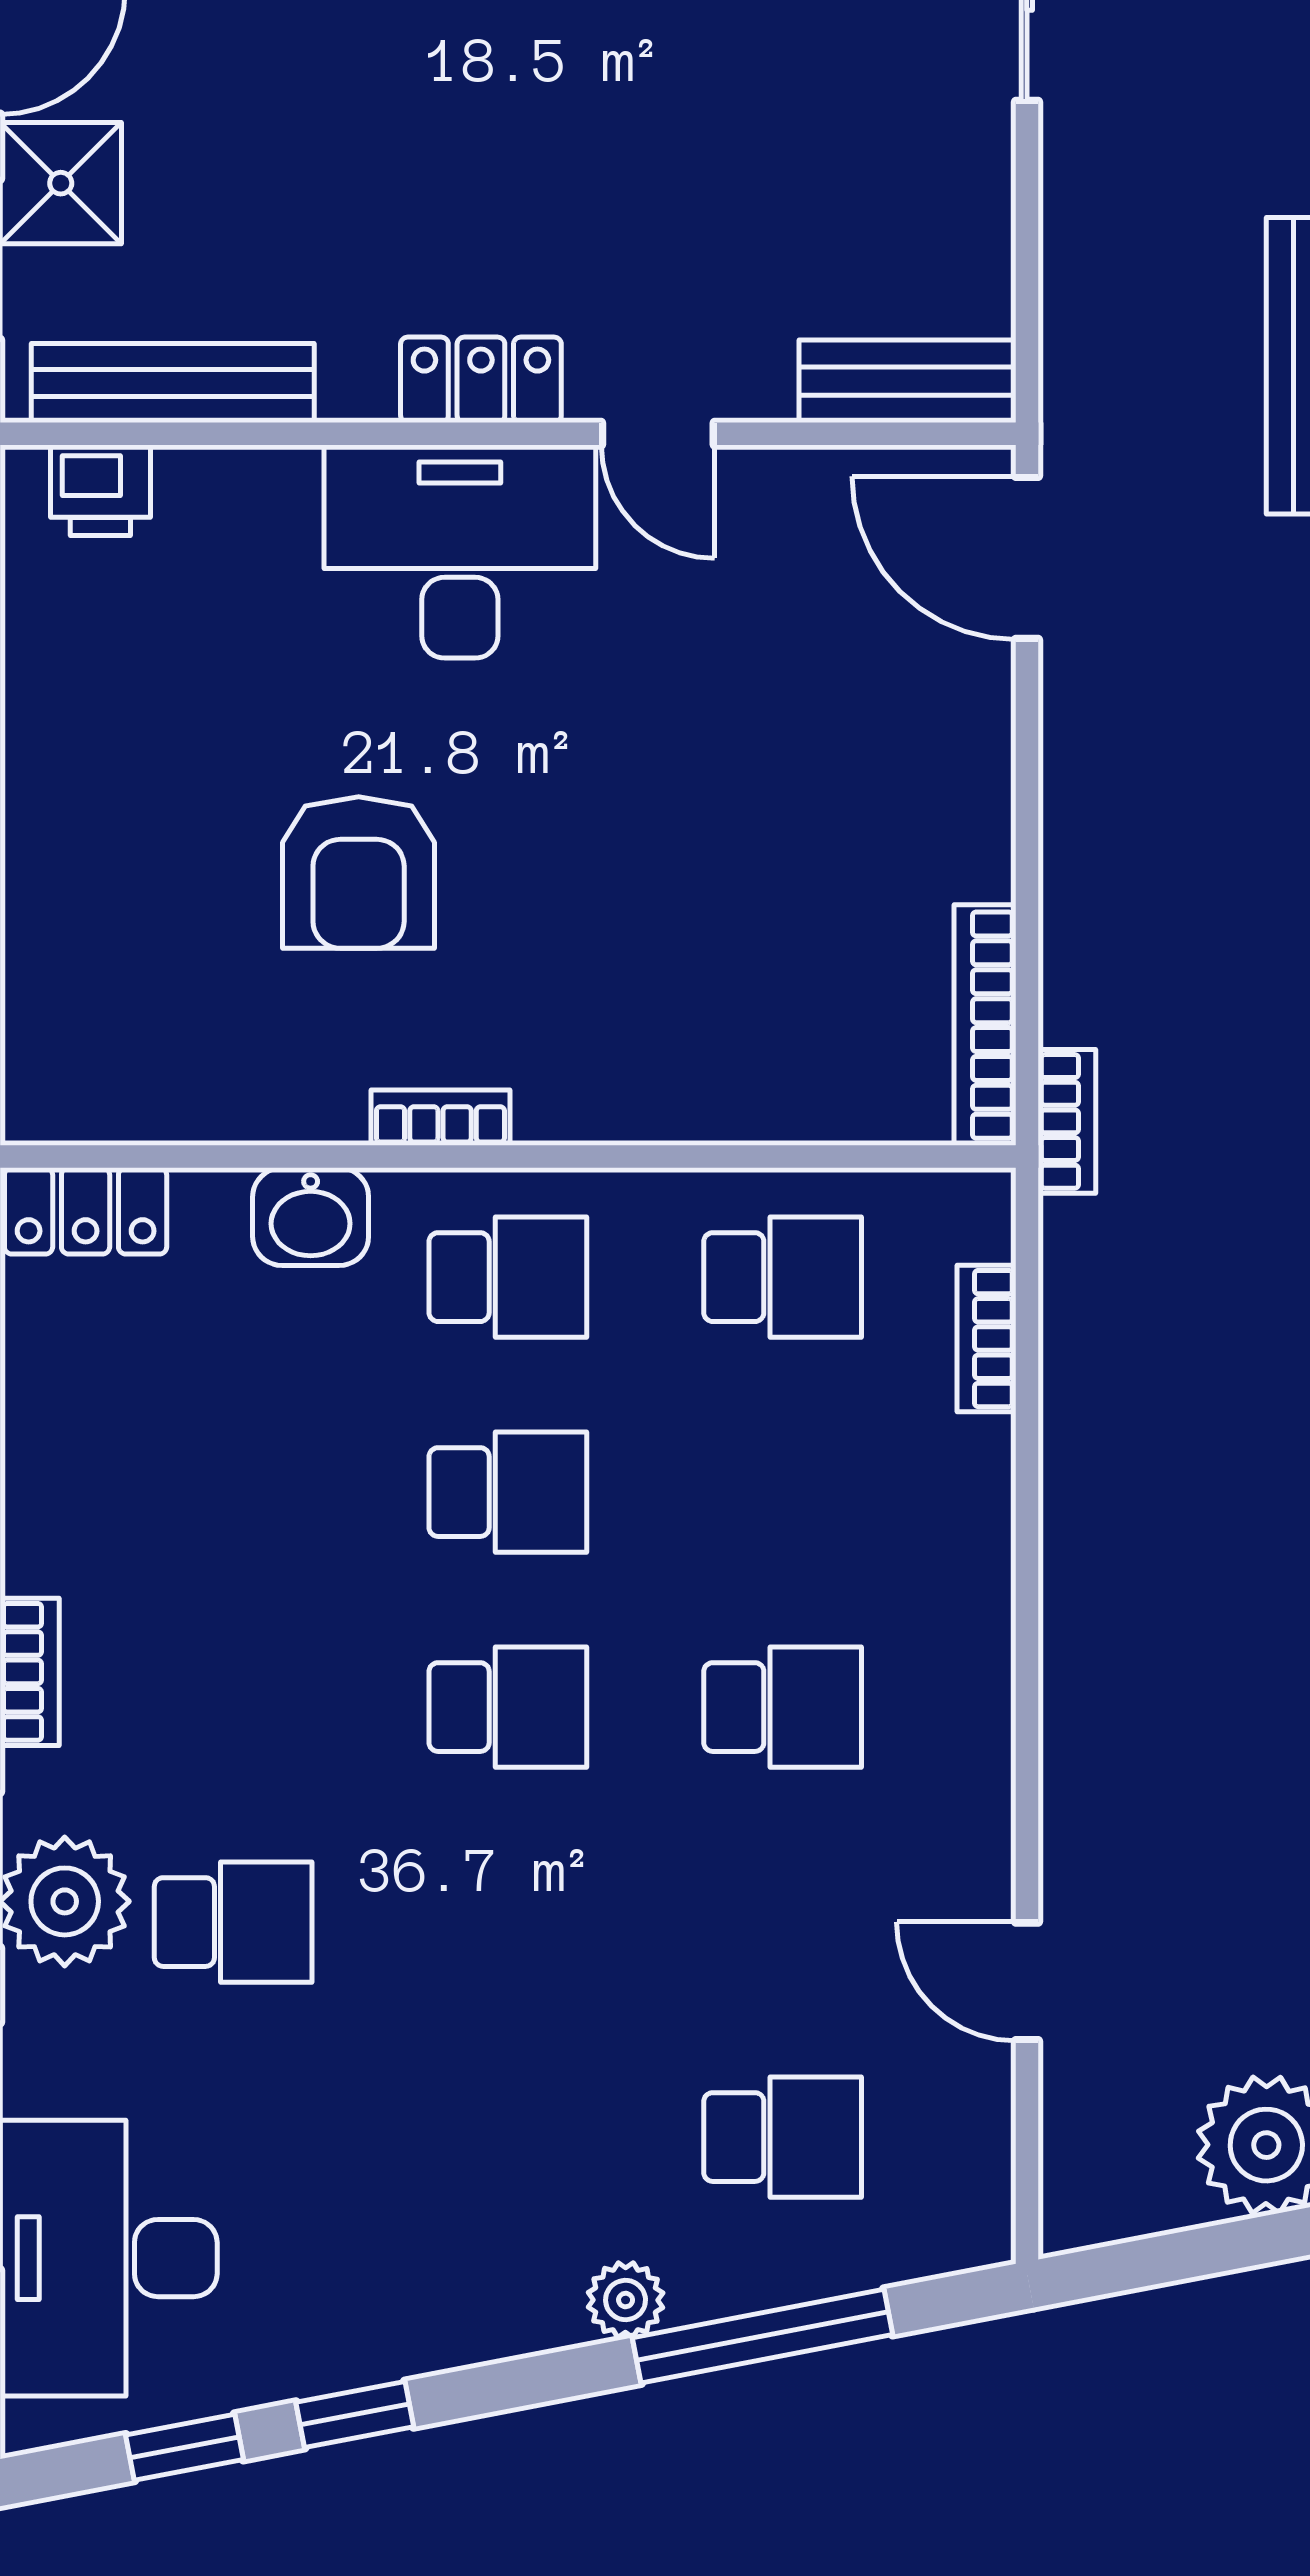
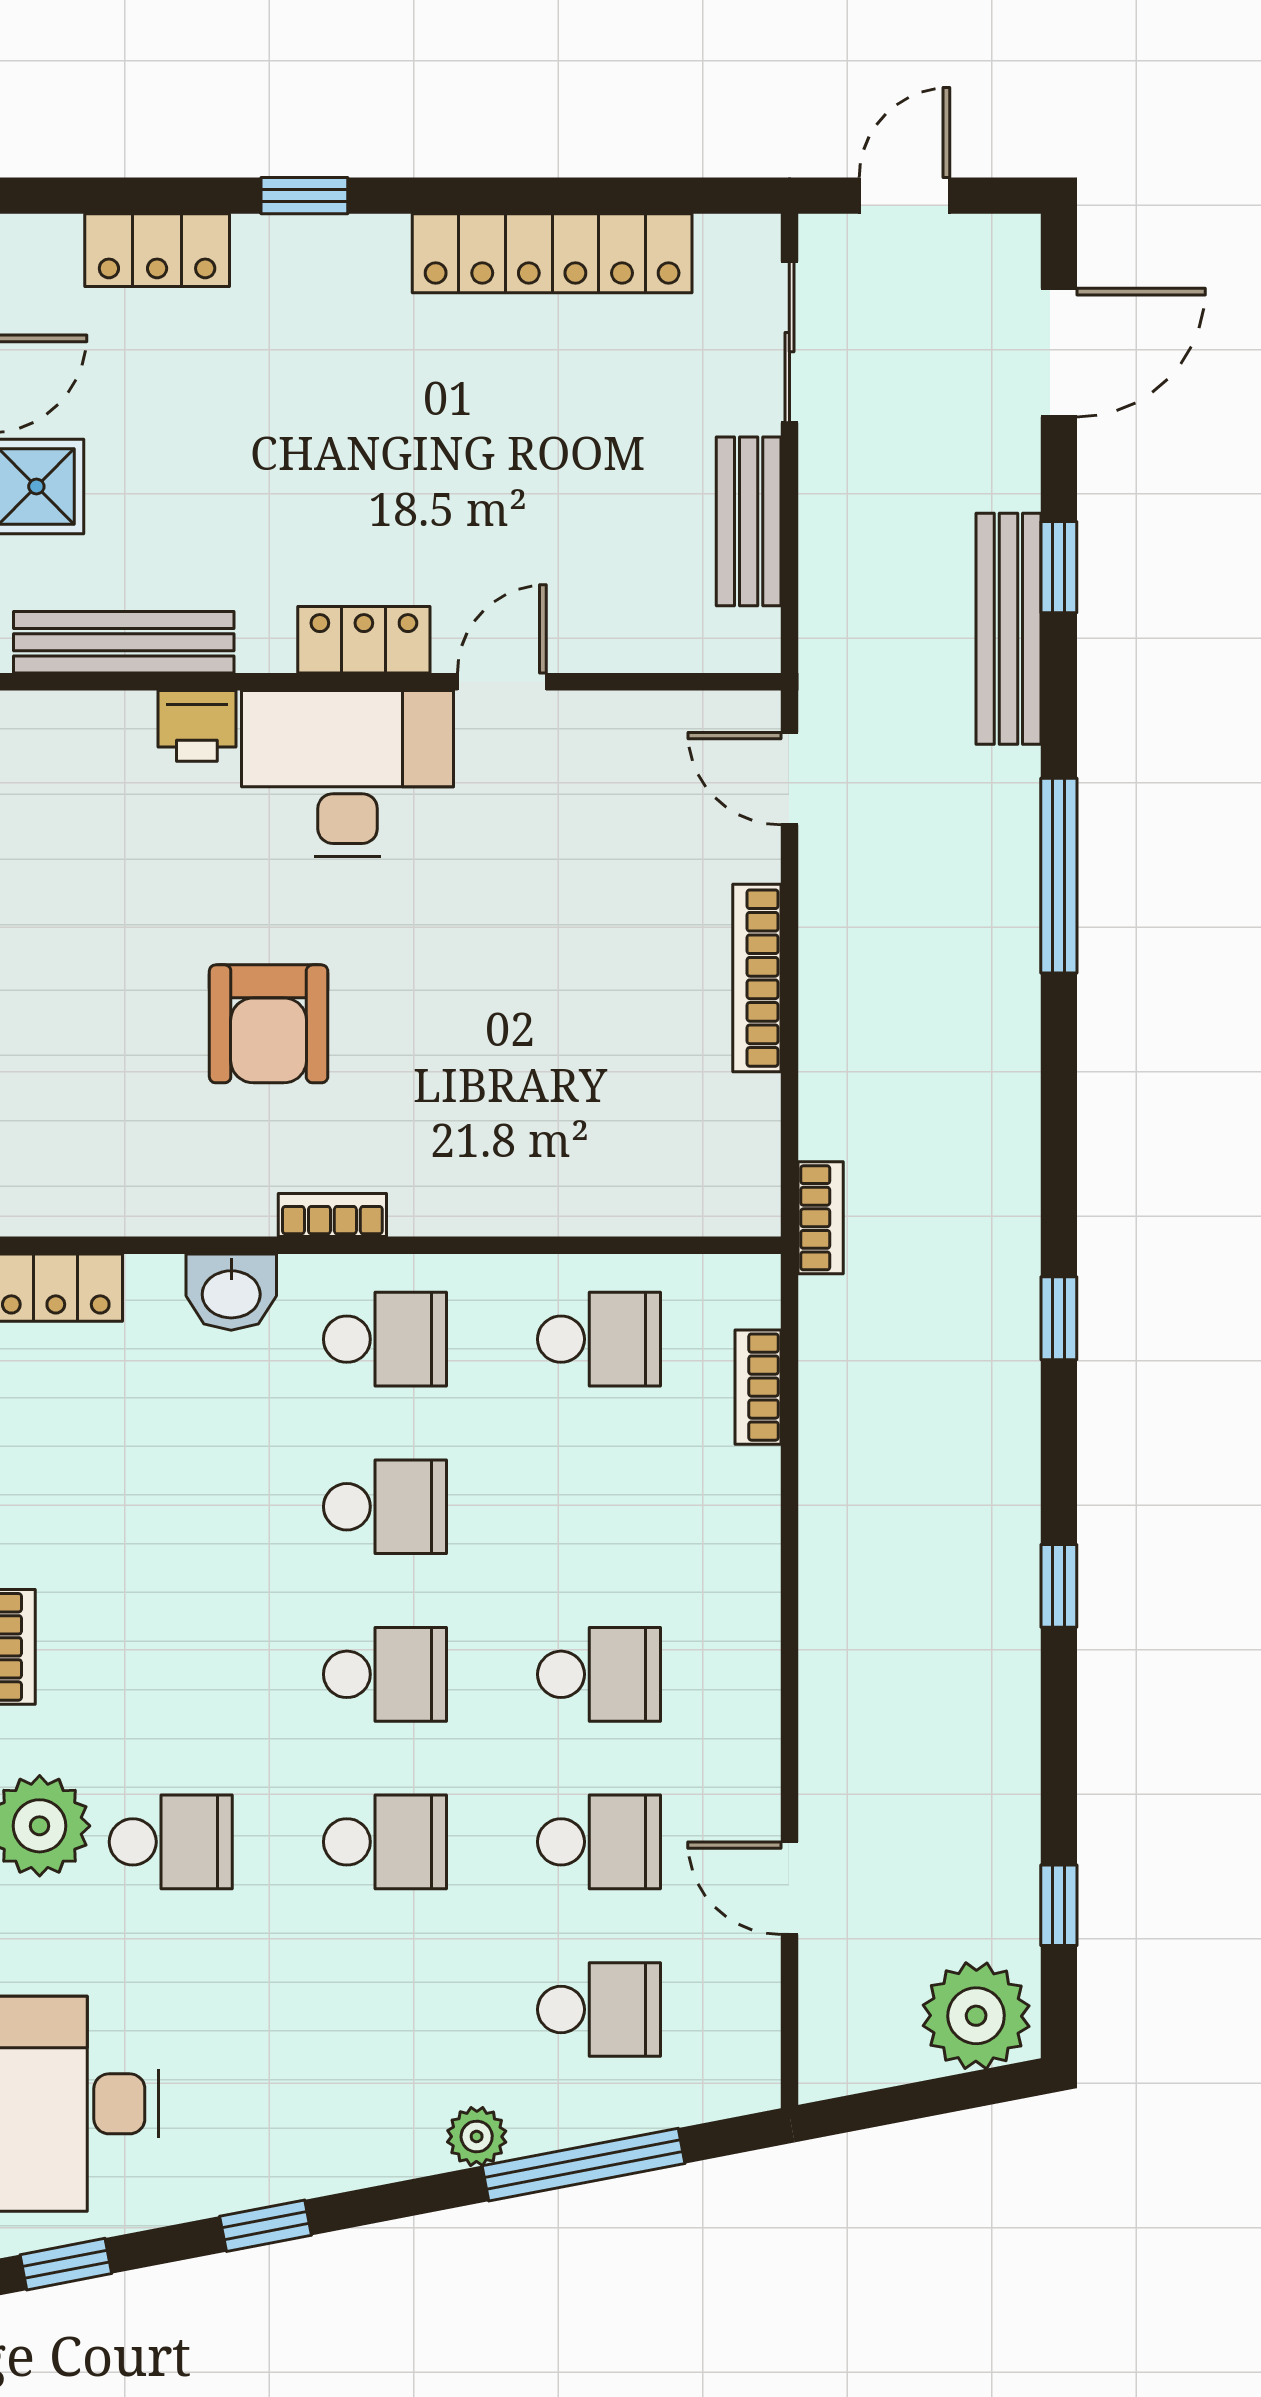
bench: (907, 381) -> (749, 521), moved, turned 90
door: (658, 434) -> (502, 682), swing flipped
printer: (100, 490) -> (197, 726), moved
door: (1027, 558) -> (789, 779), width x0.73
bookcase: (985, 1025) -> (757, 978), moved
school desk: (508, 1922) -> (385, 1842), added
school desk: (783, 1922) -> (599, 1842), added
window: (184, 2447) -> (66, 2264), moved

